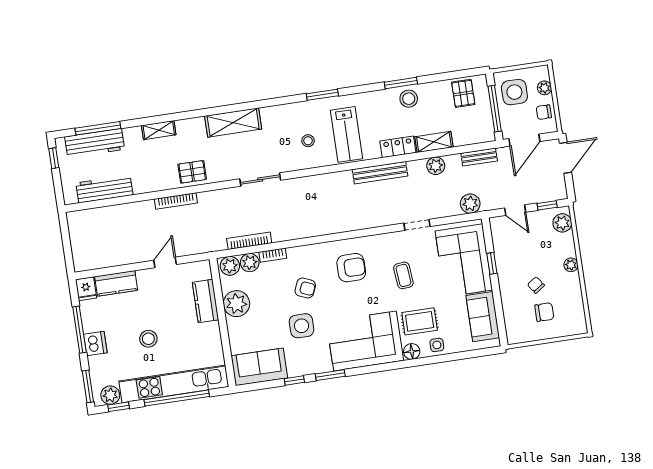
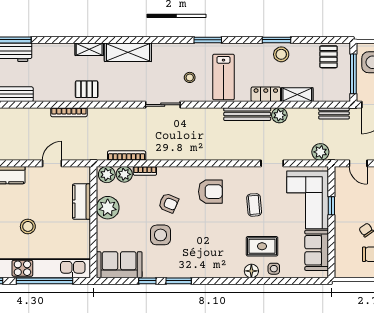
shelving: (159, 130) -> (89, 49), moved
plant: (436, 166) -> (279, 115), moved
sliding door: (260, 180) -> (163, 105), moved
corner sofa: (365, 341) -> (213, 256), removed

